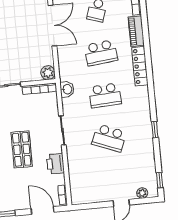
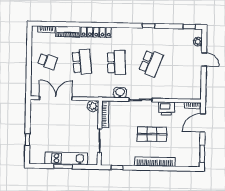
washbasin: (67, 89) -> (120, 93), moved

